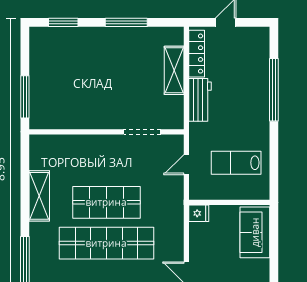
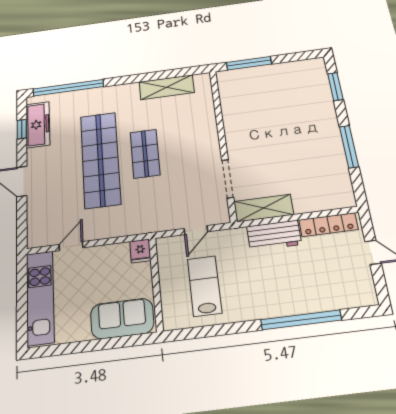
shelving: (174, 70) -> (264, 208), moved
door: (186, 165) -> (196, 230), swing flipped
shelving: (39, 196) -> (167, 87), moved
shop shelf: (106, 202) -> (145, 154), width x0.70, depth x0.74

